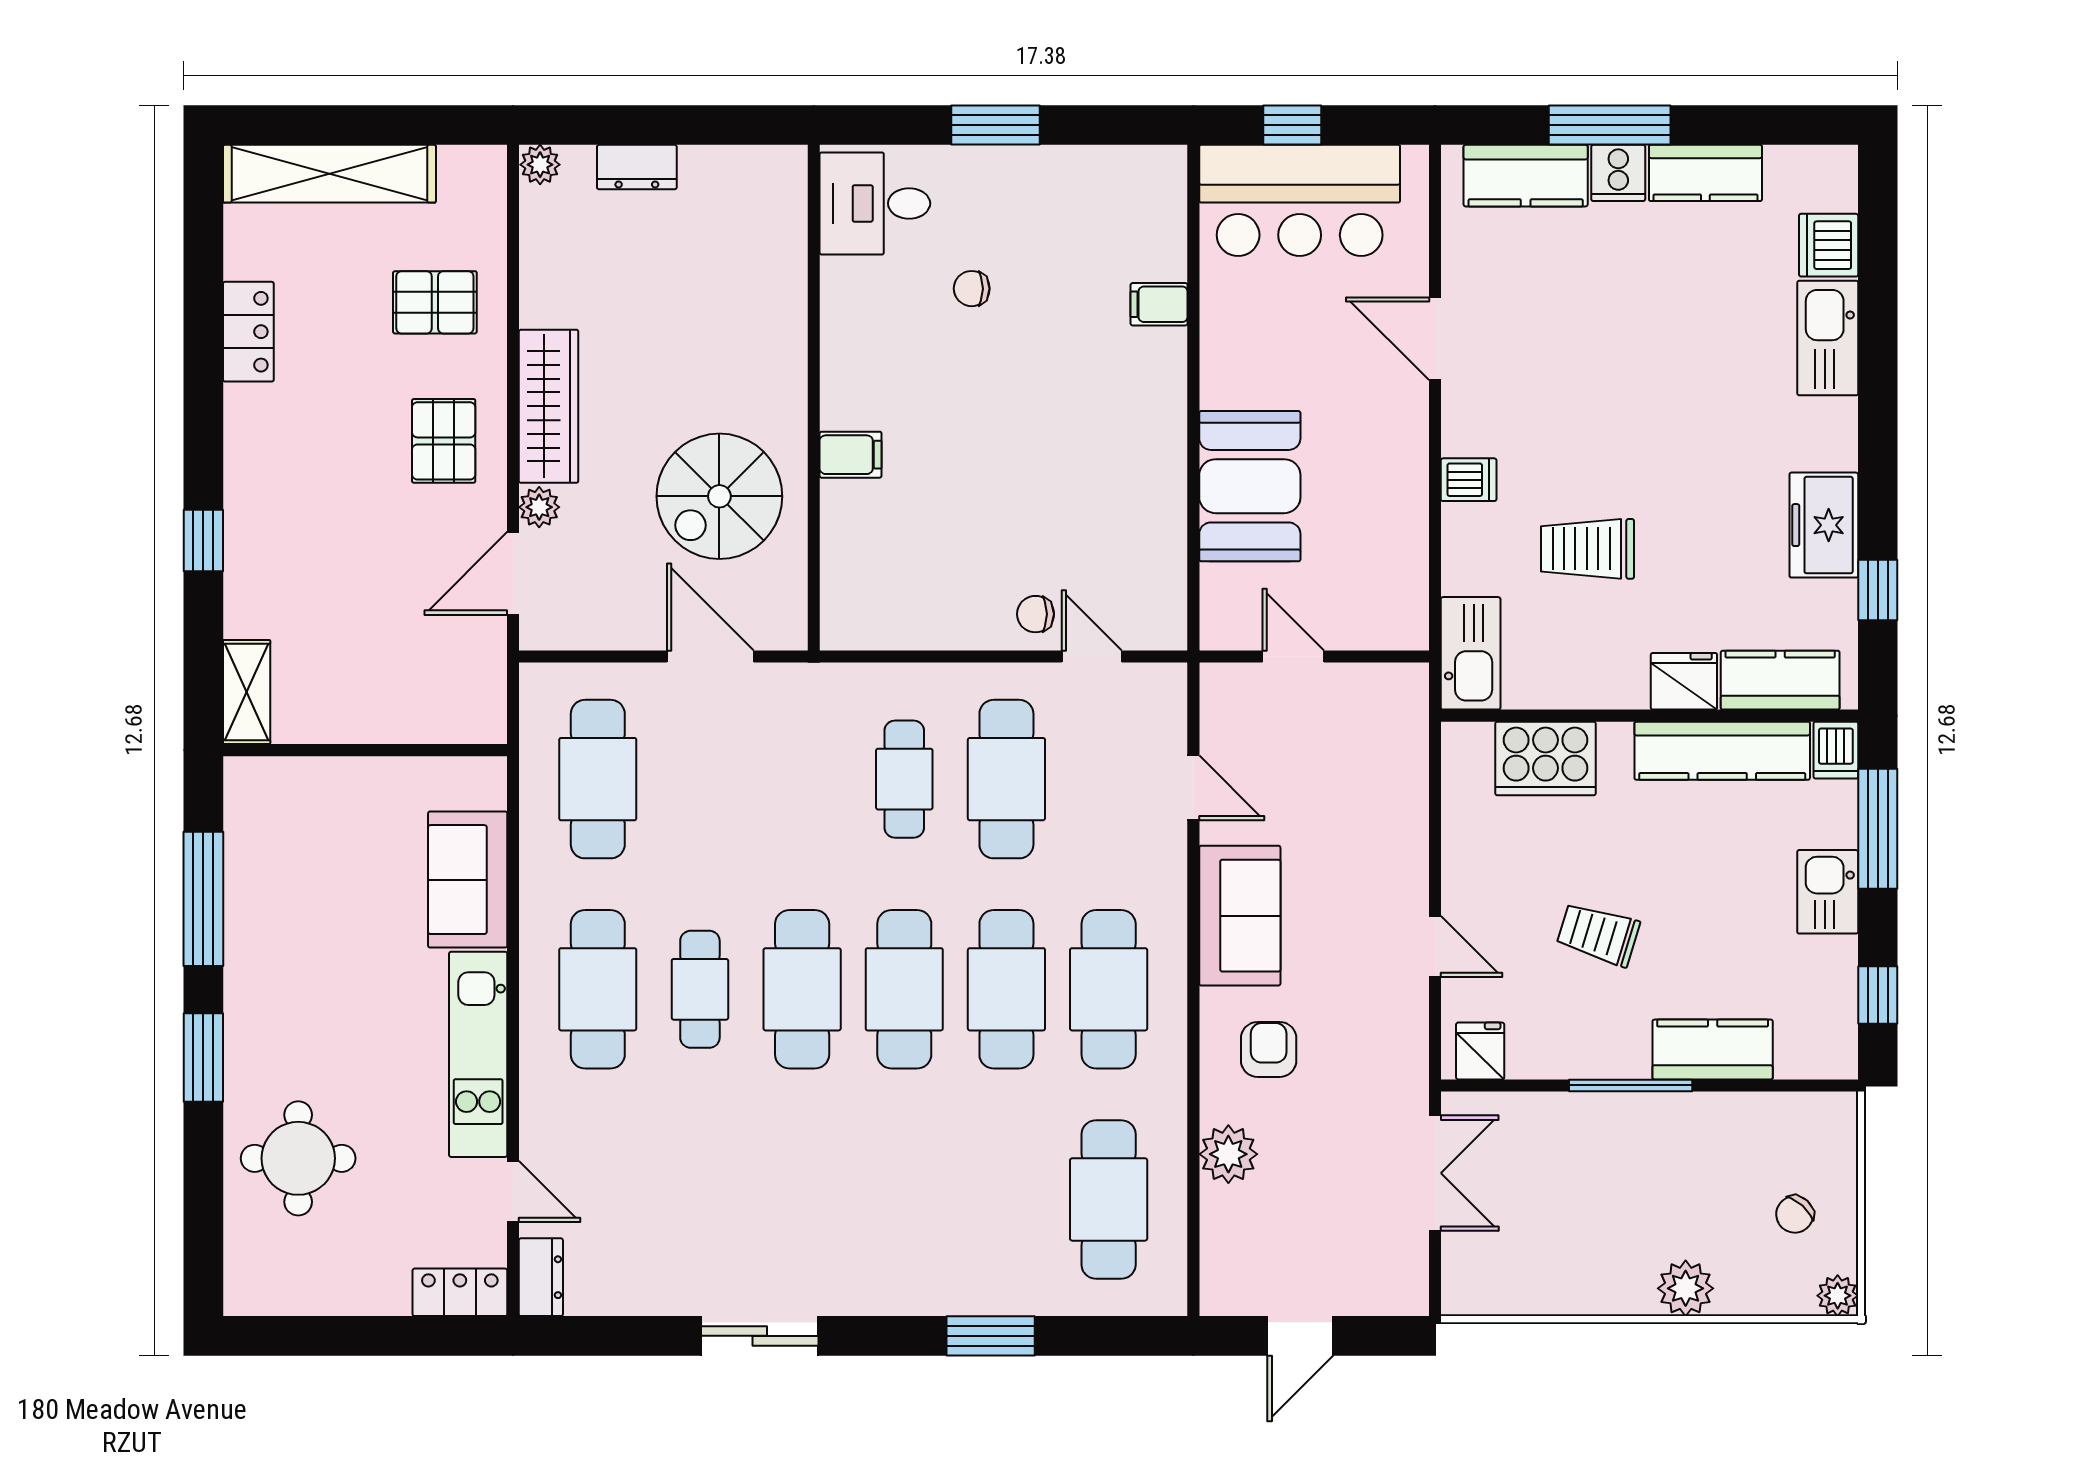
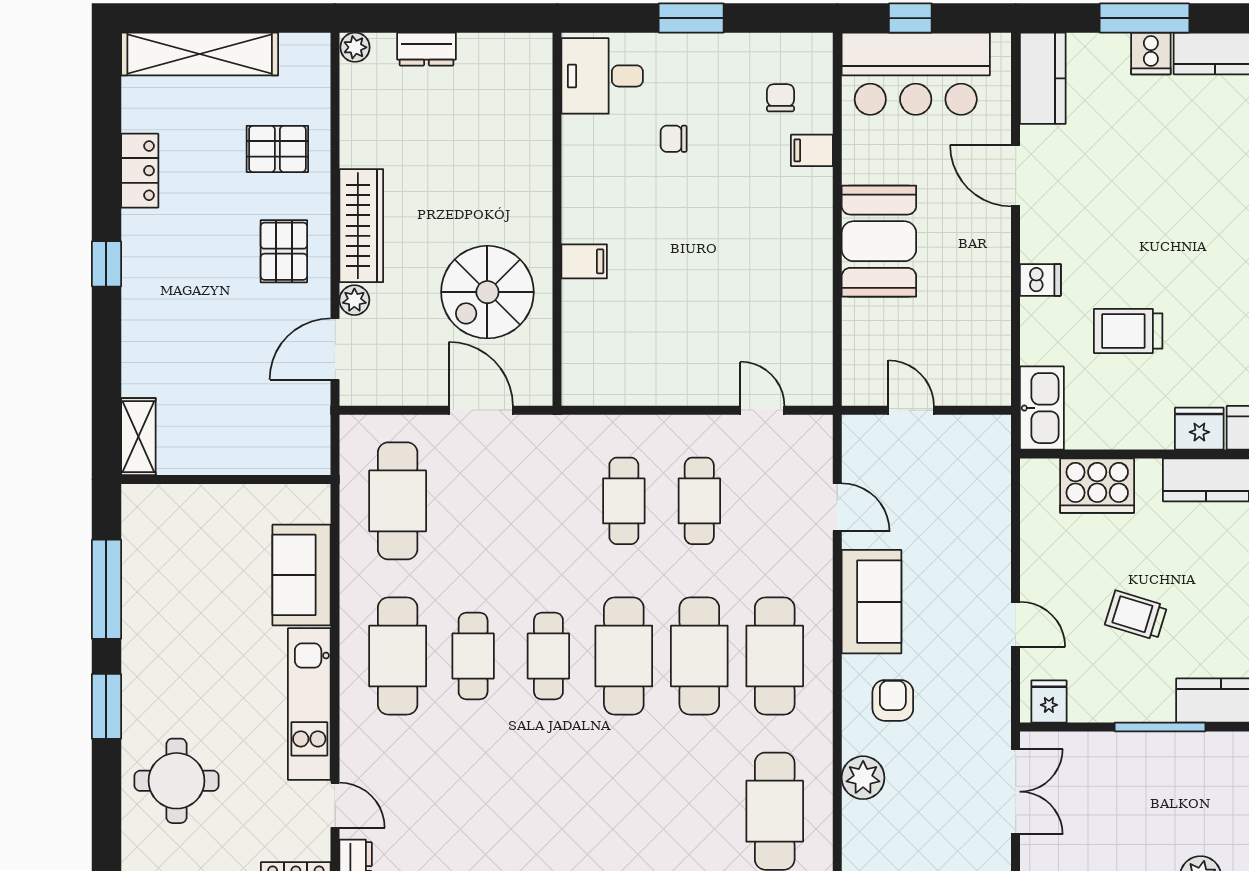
kitchen counter: (1526, 176) -> (1043, 78), moved, turned -90
booth: (1250, 486) -> (879, 241), moved
window: (203, 540) -> (106, 264), moved
chair: (1035, 614) -> (781, 98), moved, turned 90
cafe table: (1006, 779) -> (699, 501), width x0.73, depth x0.74
cafe table: (802, 989) -> (548, 656), width x0.73, depth x0.74

